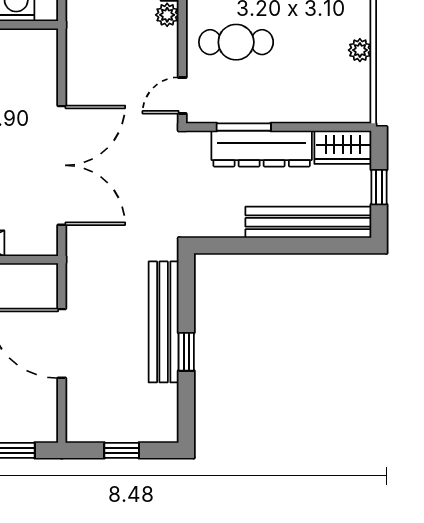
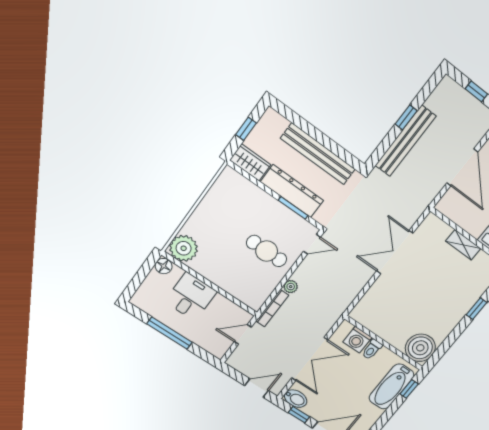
plant: (360, 50) -> (207, 204), removed
double door: (62, 165) -> (395, 252), width x0.73
bench: (308, 222) -> (318, 154), moved

